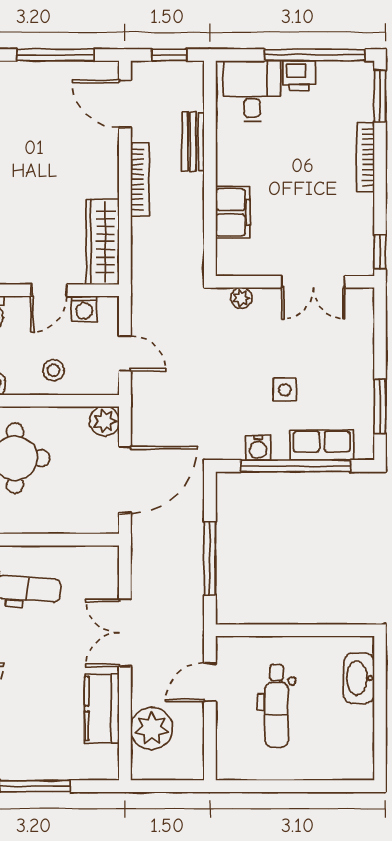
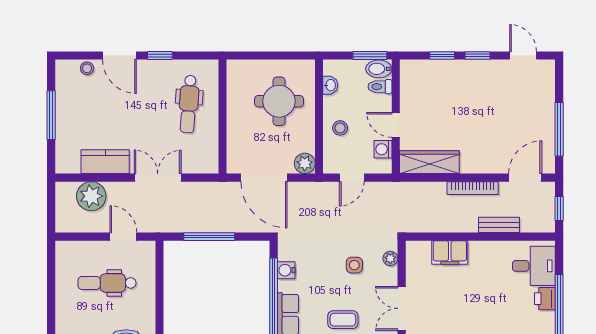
coffee table: (329, 366) -> (343, 320), added
side table: (285, 390) -> (354, 265), moved

